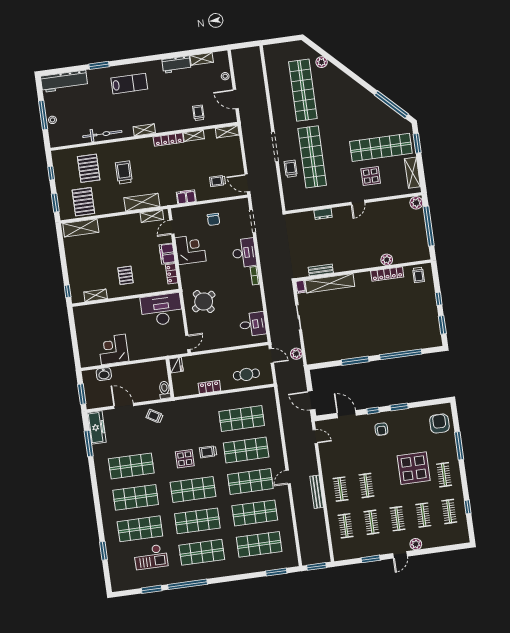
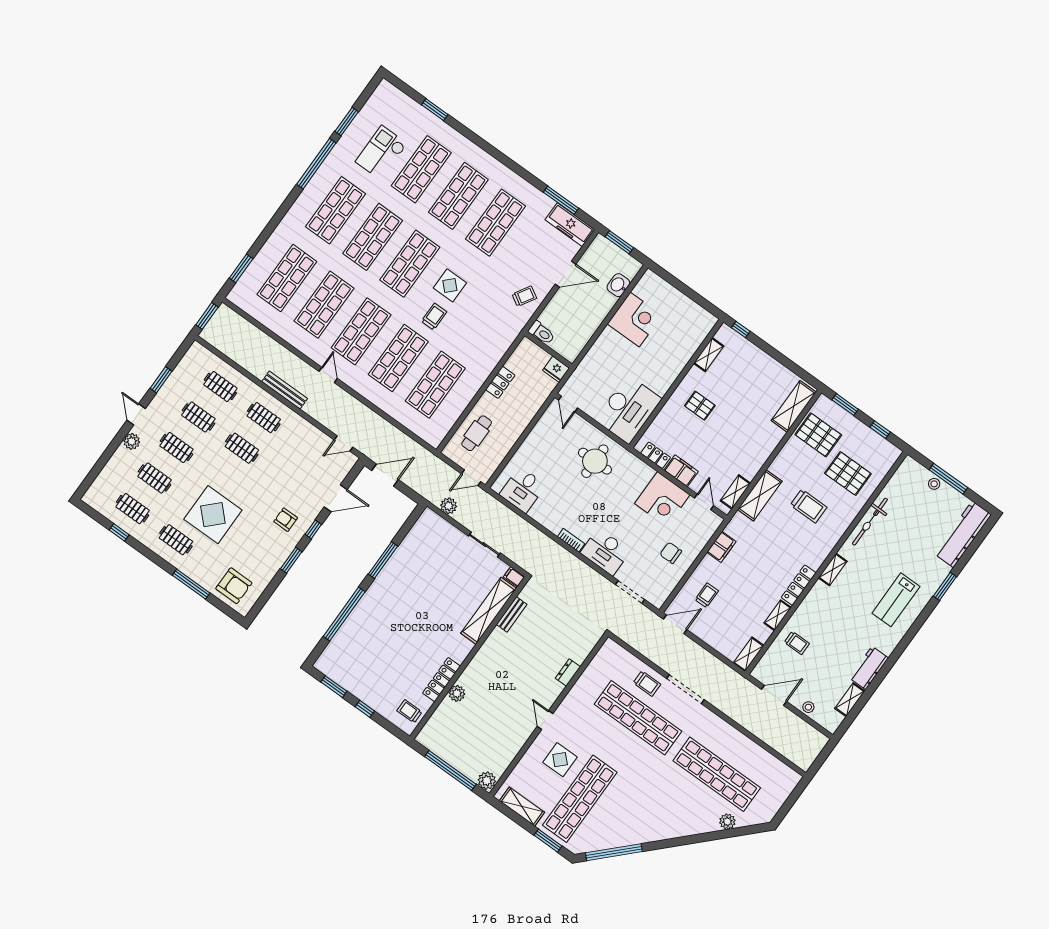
round table: (204, 302) -> (595, 461), turned 34

